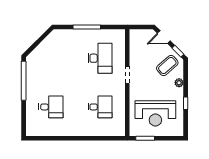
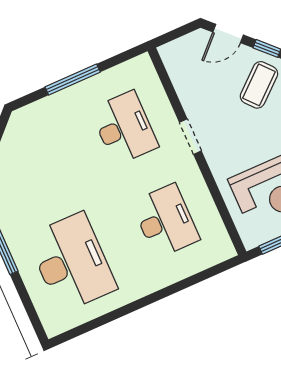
desk: (51, 107) -> (72, 262), width x1.87, depth x1.30
desk: (100, 107) -> (165, 221), width x1.37

